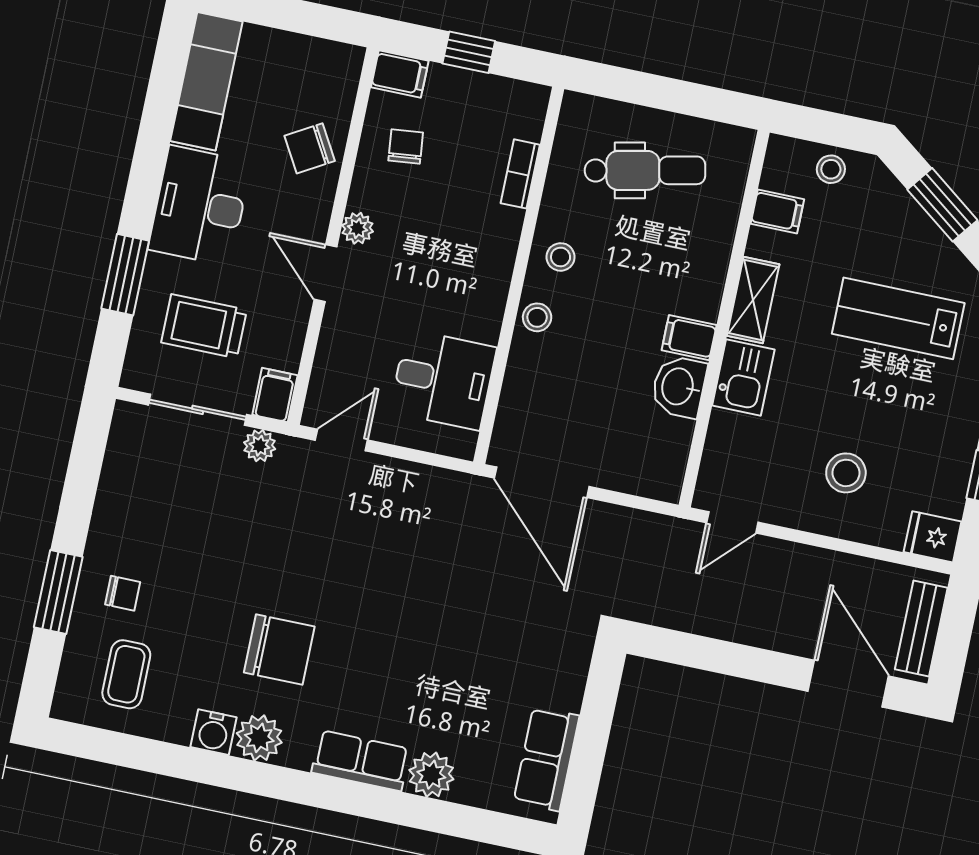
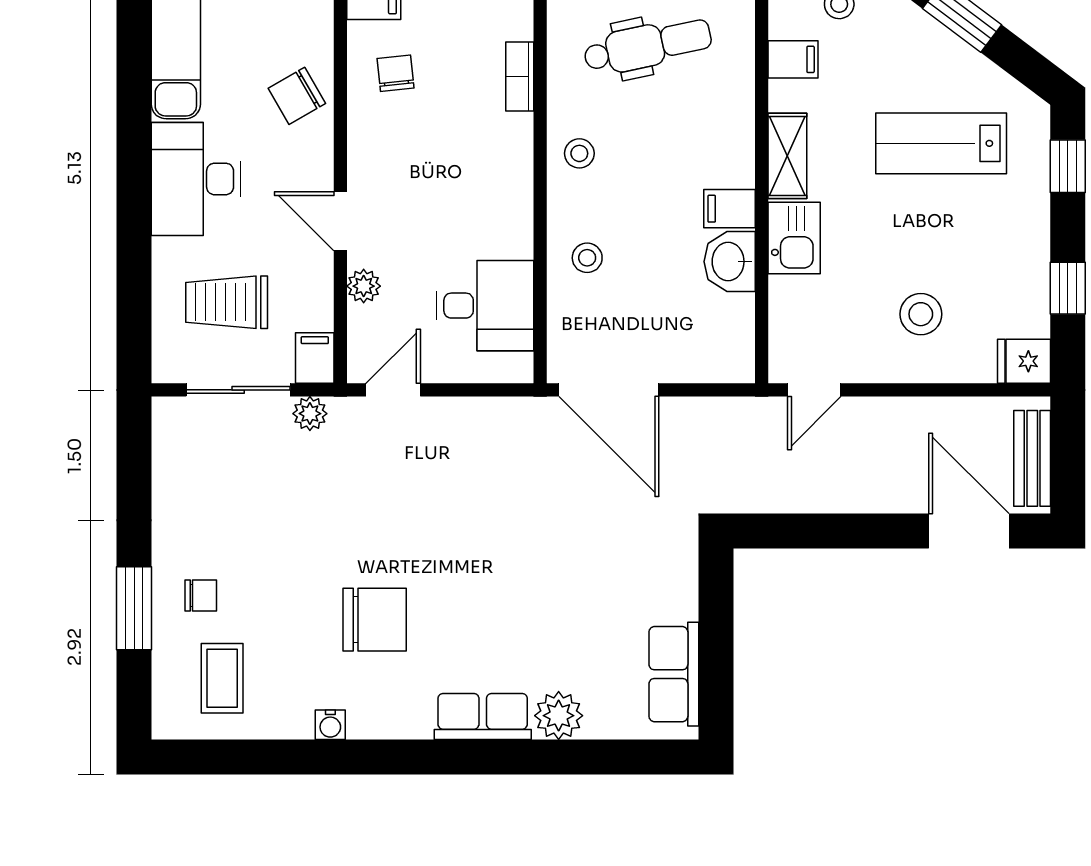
plant: (357, 228) -> (364, 286), moved
window: (125, 275) -> (134, 266), removed
stool: (537, 317) -> (587, 258), moved
water cooler: (213, 732) -> (330, 725), width x0.72, depth x0.72
plant: (259, 738) -> (373, 715), removed

